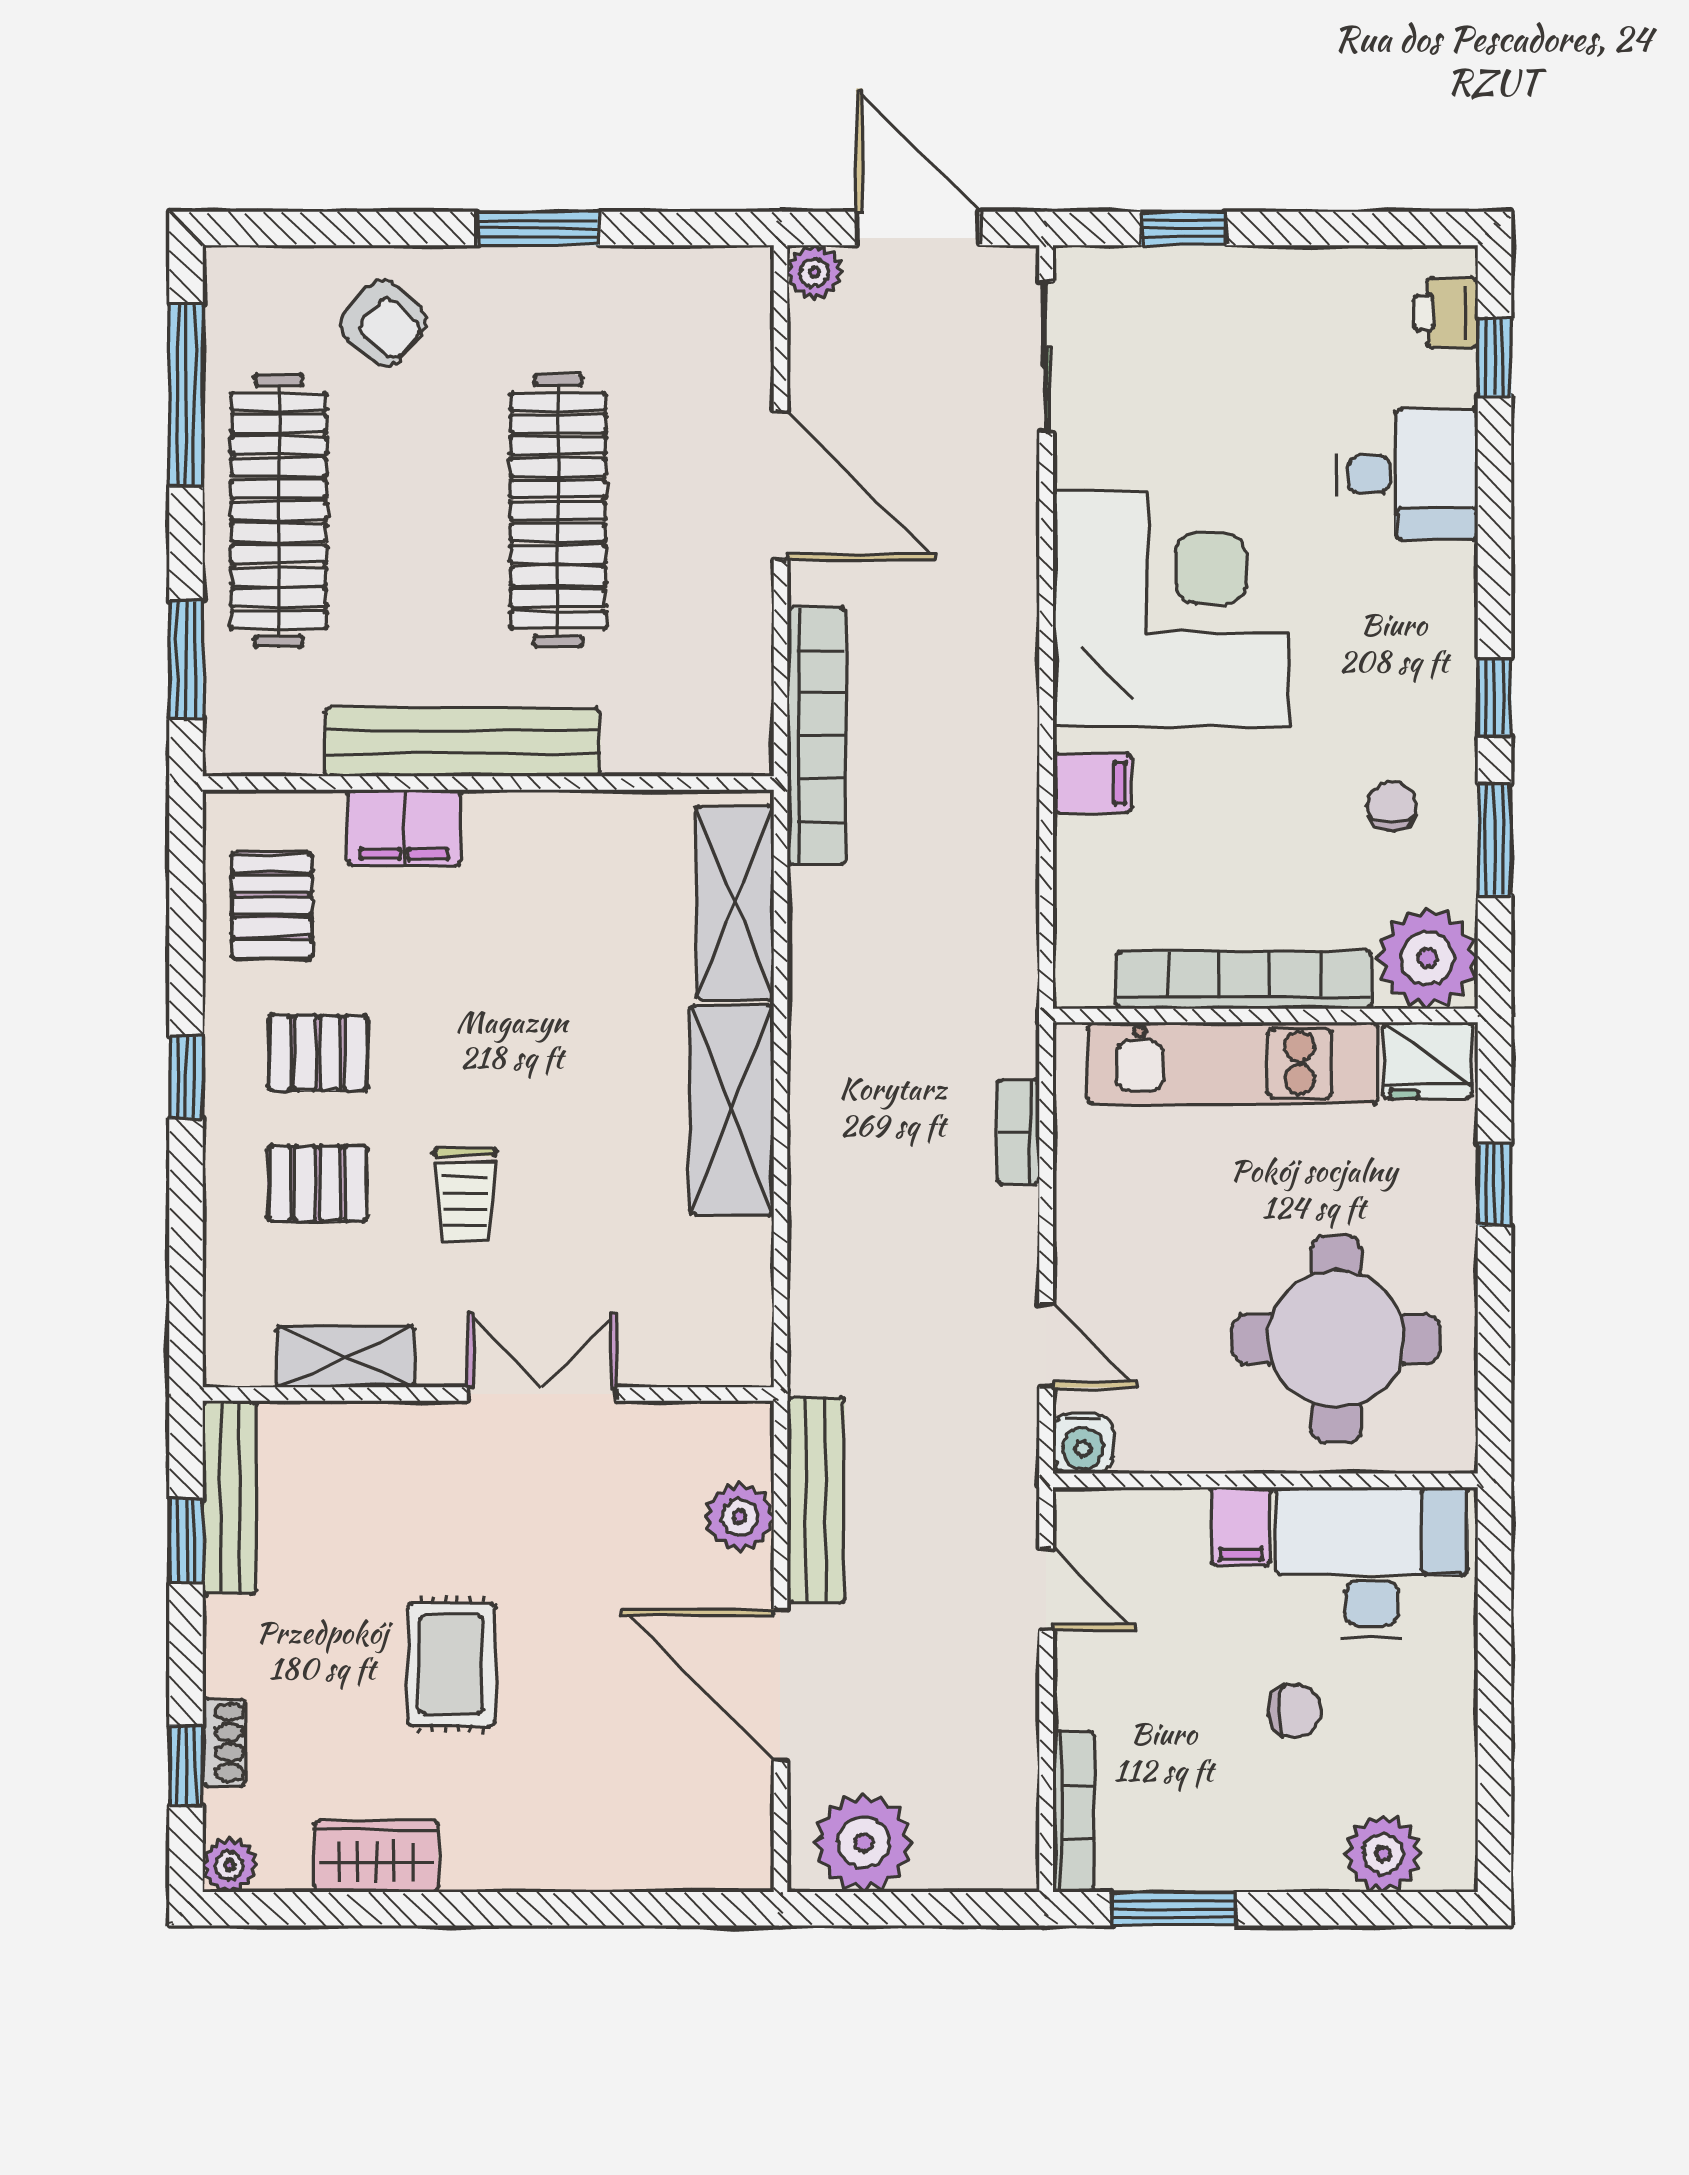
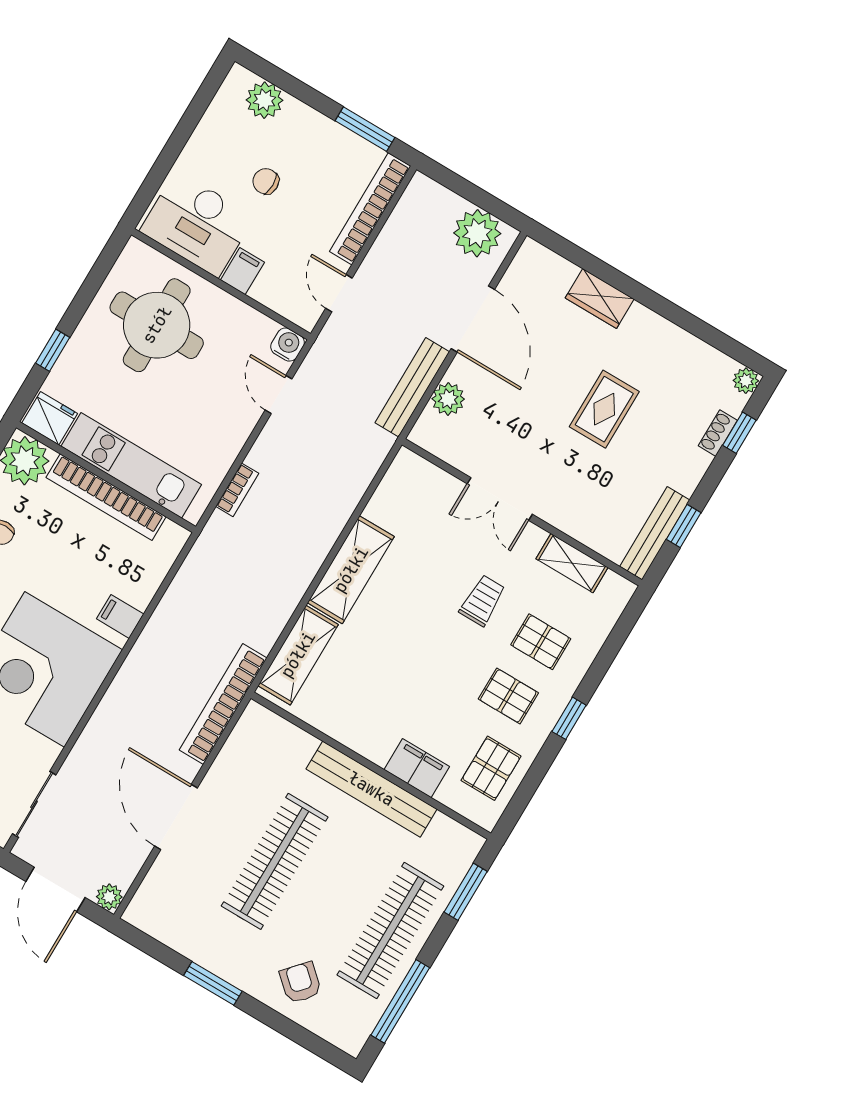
bookcase: (1073, 1811) -> (370, 209), width x1.48, depth x1.31
wardrobe: (376, 1856) -> (600, 299), moved

